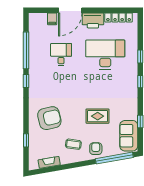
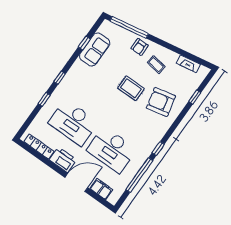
filing cabinet: (52, 19) -> (101, 189), width x2.00
desk: (61, 55) -> (112, 150), width x1.87, depth x1.30
rug: (98, 116) -> (131, 88), moved
sofa: (129, 136) -> (95, 49), moved

